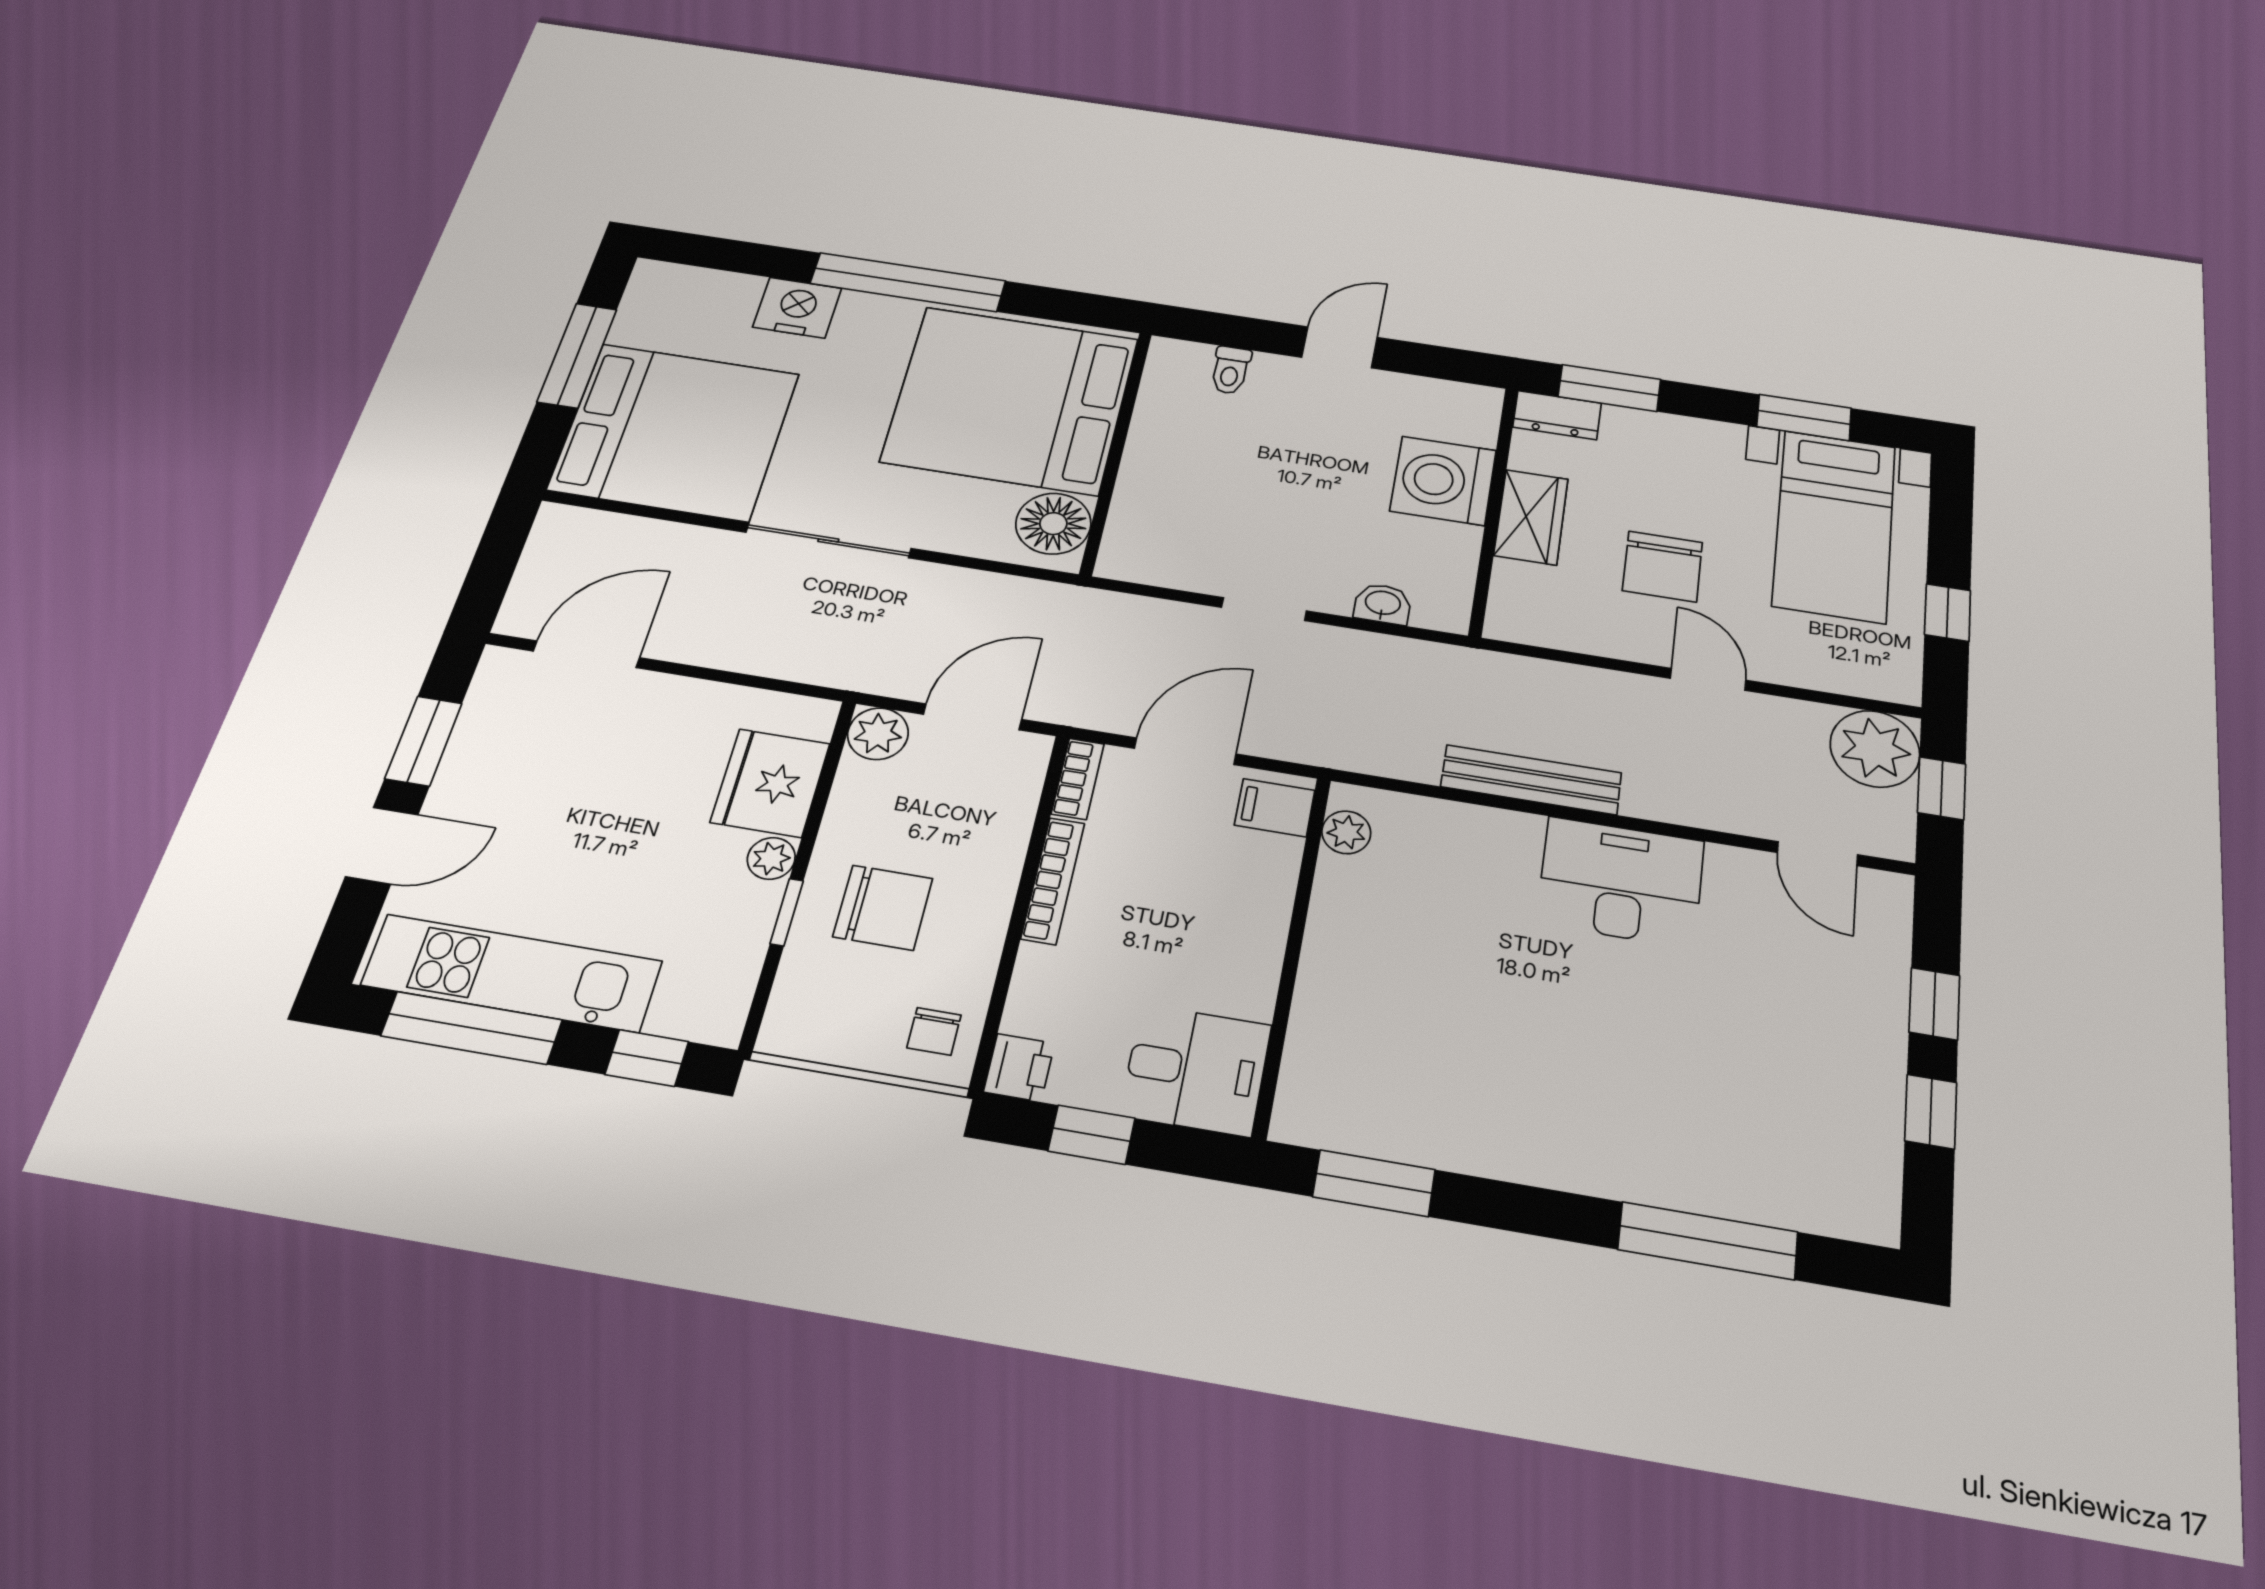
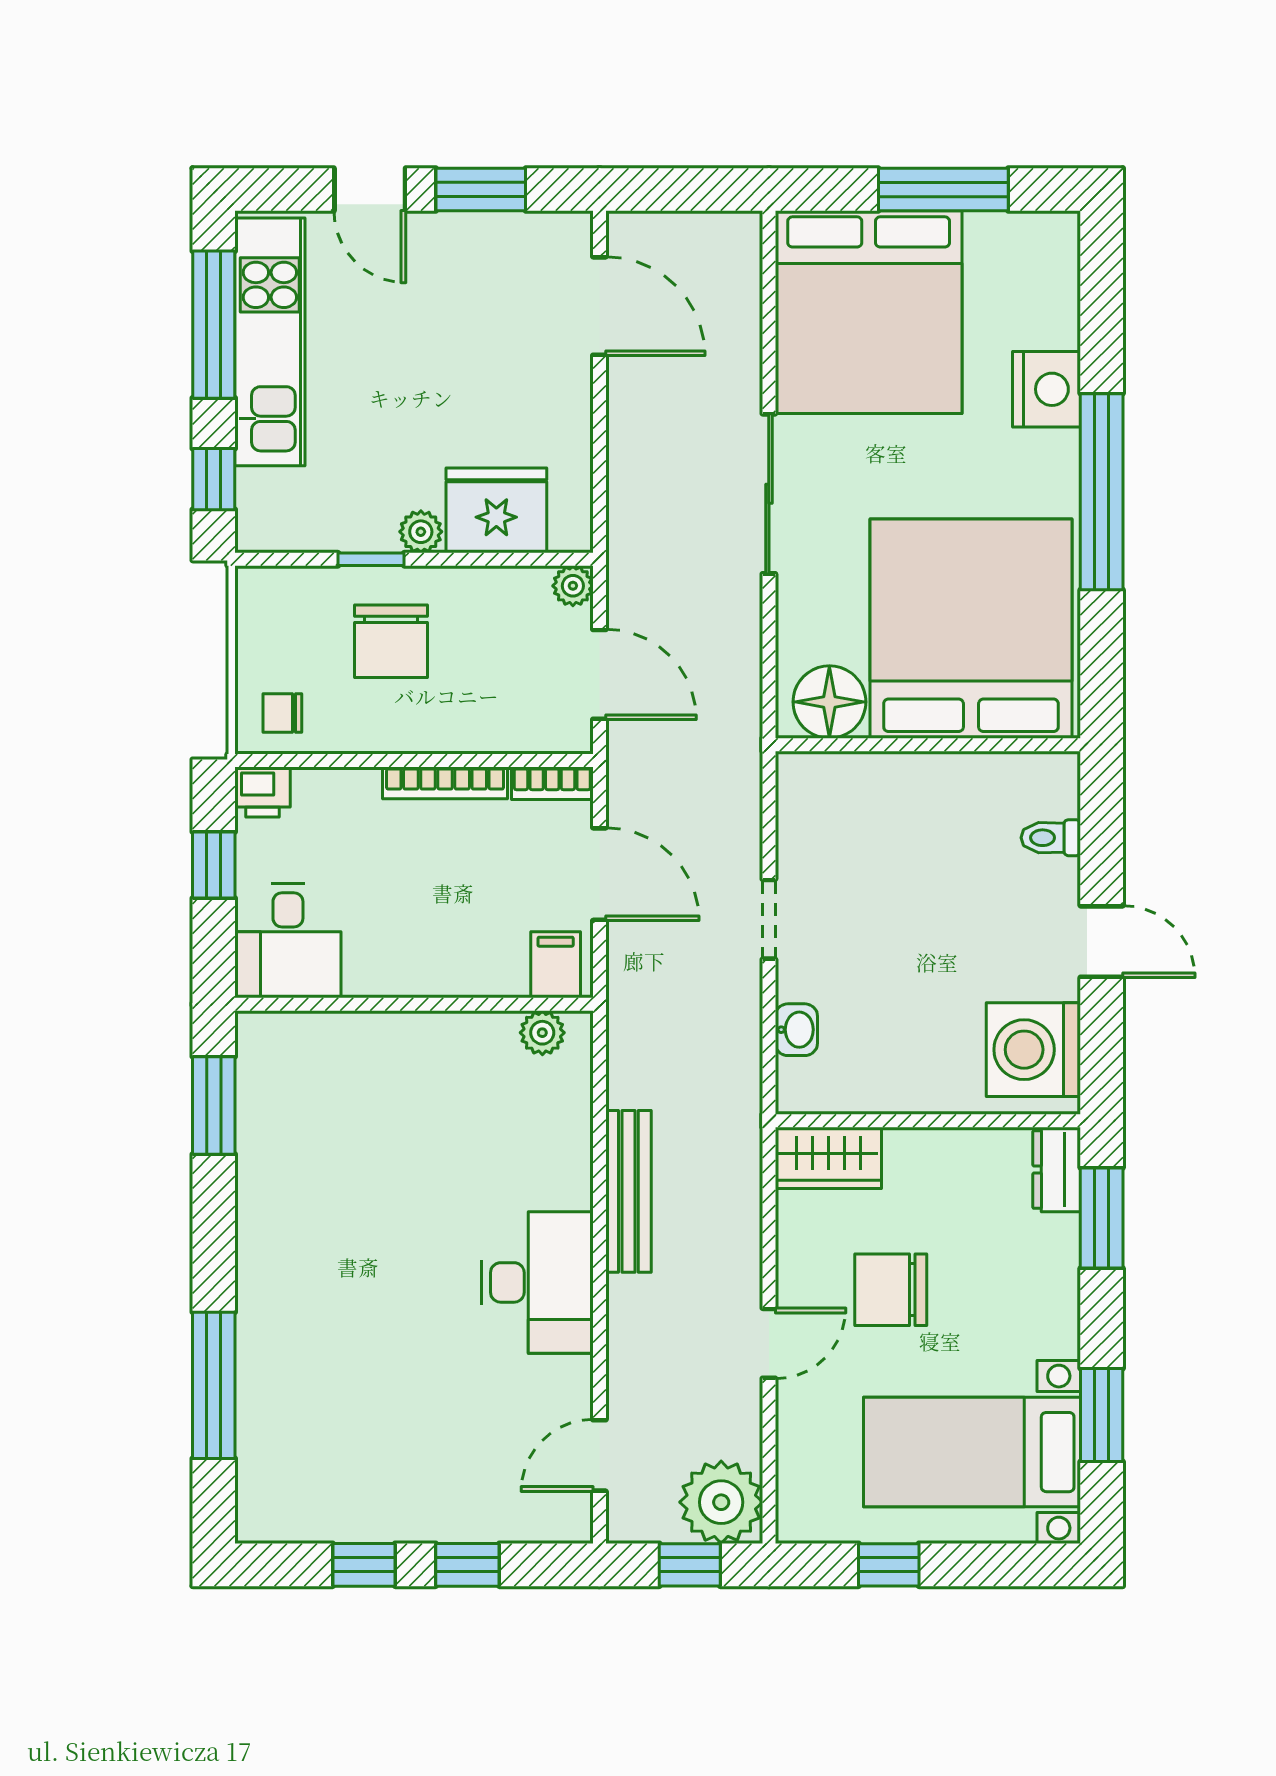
washing machine: (1443, 481) -> (1033, 1050), moved, turned -90
wardrobe: (1531, 517) -> (828, 1158), moved
plant: (878, 734) -> (573, 586), width x0.73, depth x0.73

